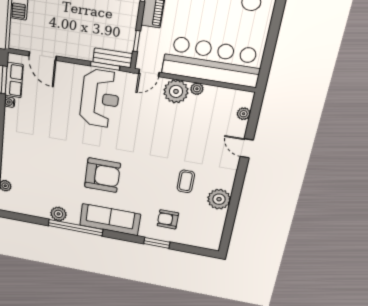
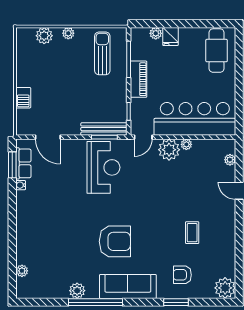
bench: (113, 58) -> (104, 129), width x1.36
plant: (219, 199) -> (225, 288), moved

